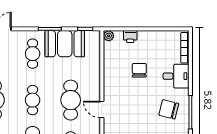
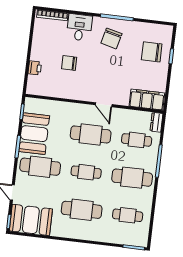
plant: (109, 36) -> (31, 89), removed
cafe table: (33, 54) -> (40, 167), width x1.37, depth x1.35
door: (102, 109) -> (104, 105), hinge flipped

